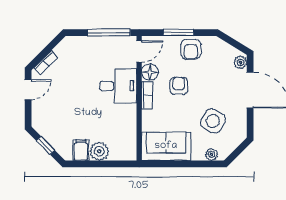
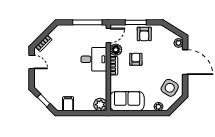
door: (28, 90) -> (32, 62), hinge flipped
side table: (213, 121) -> (170, 88), moved
plant: (99, 151) -> (100, 105), moved

